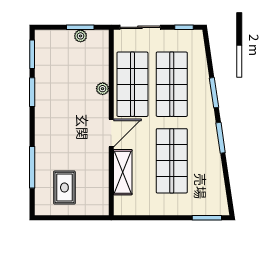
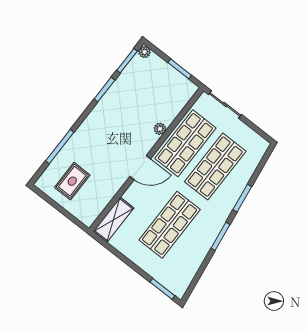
window: (184, 27) -> (258, 131), removed
plant: (81, 36) -> (145, 52), moved
shelving: (123, 172) -> (114, 220), moved

